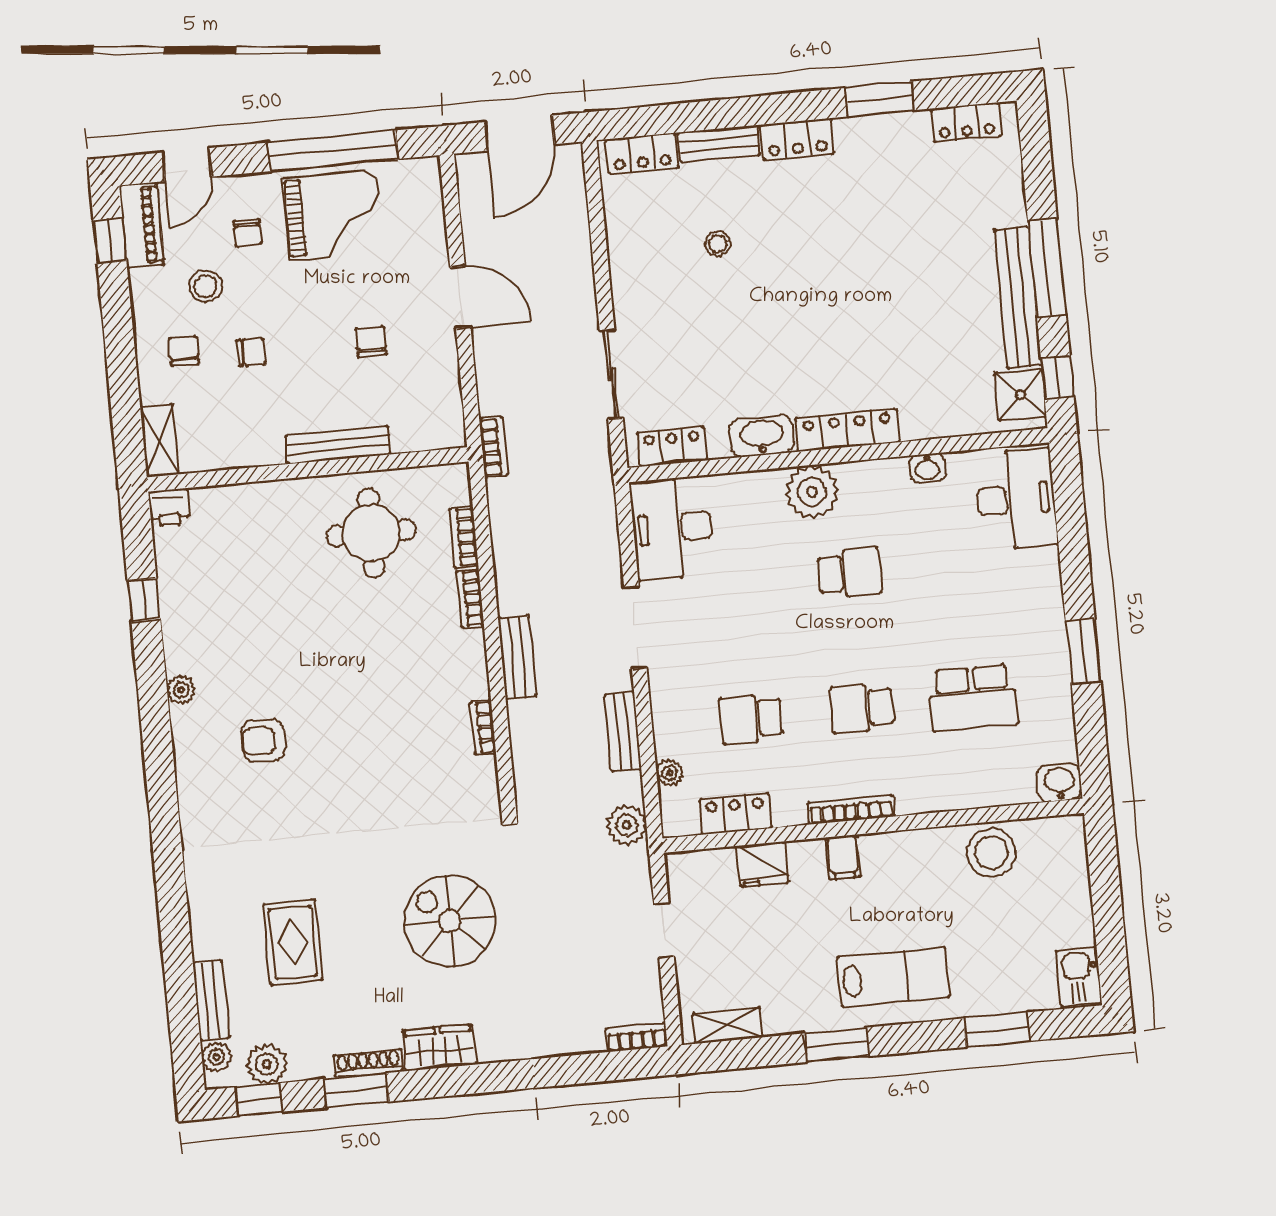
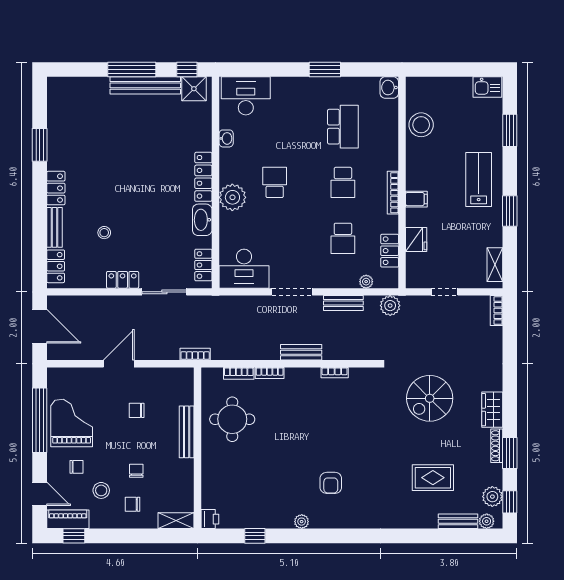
locker: (966, 122) -> (123, 280), moved, turned -90

